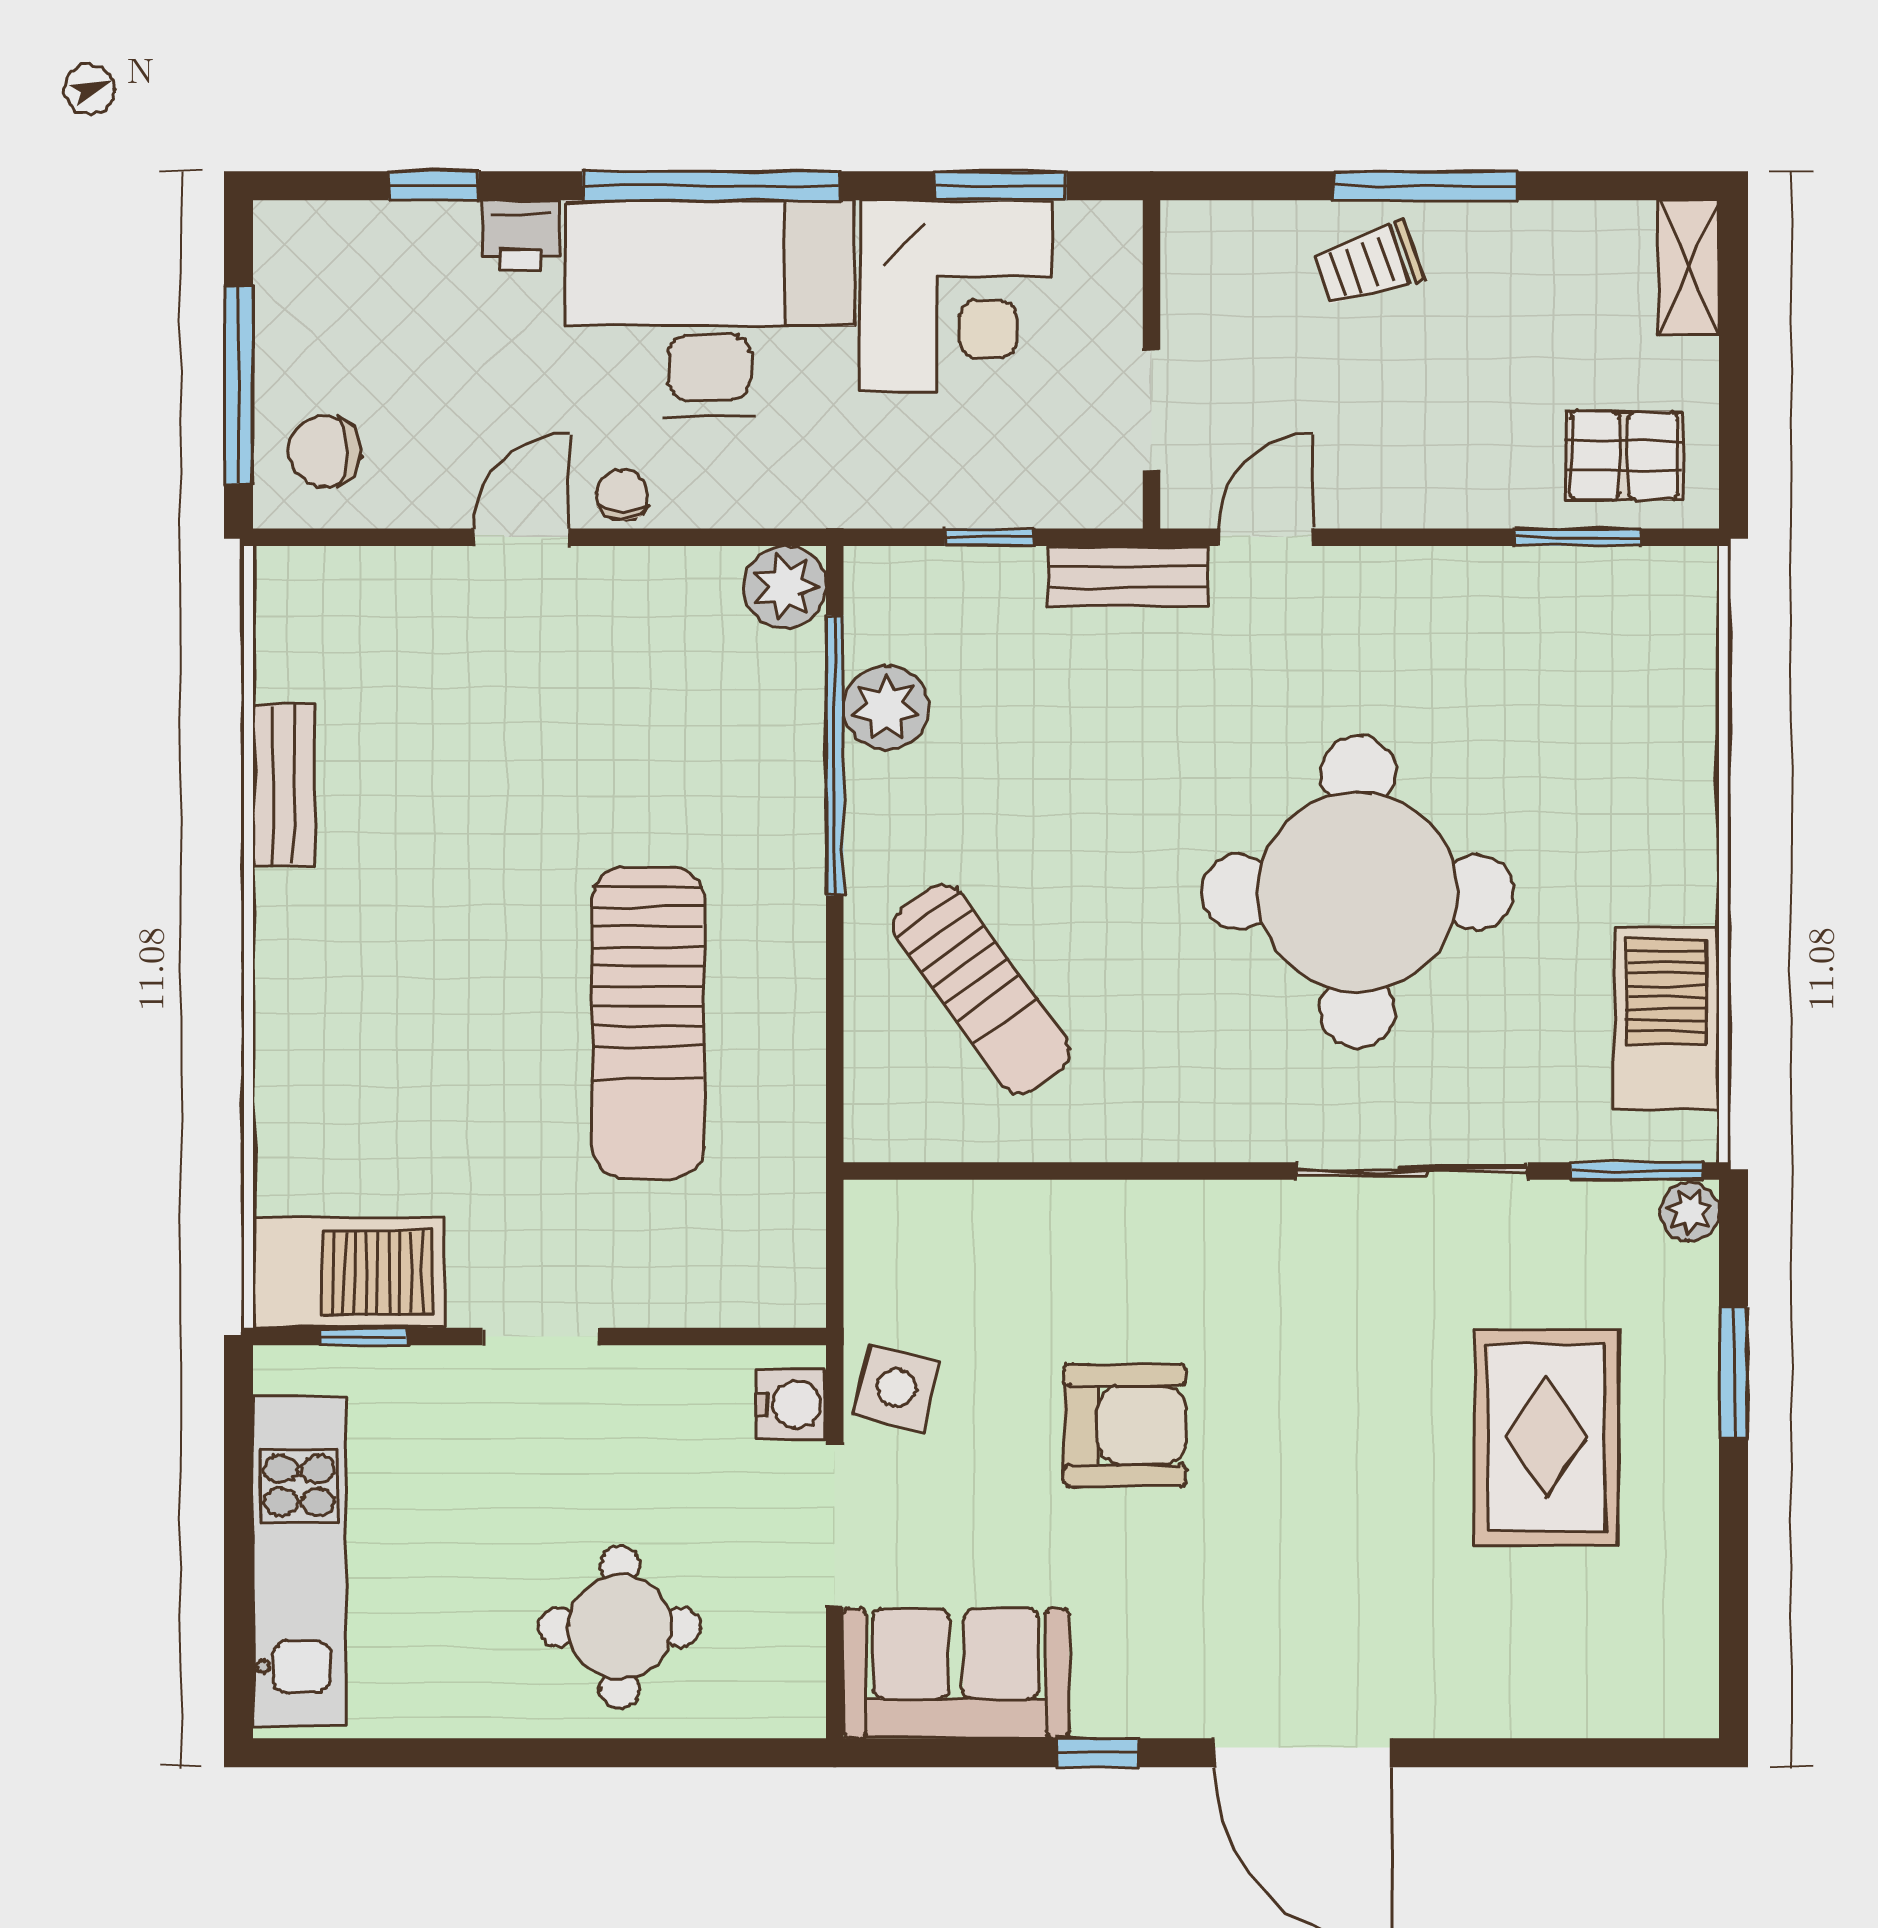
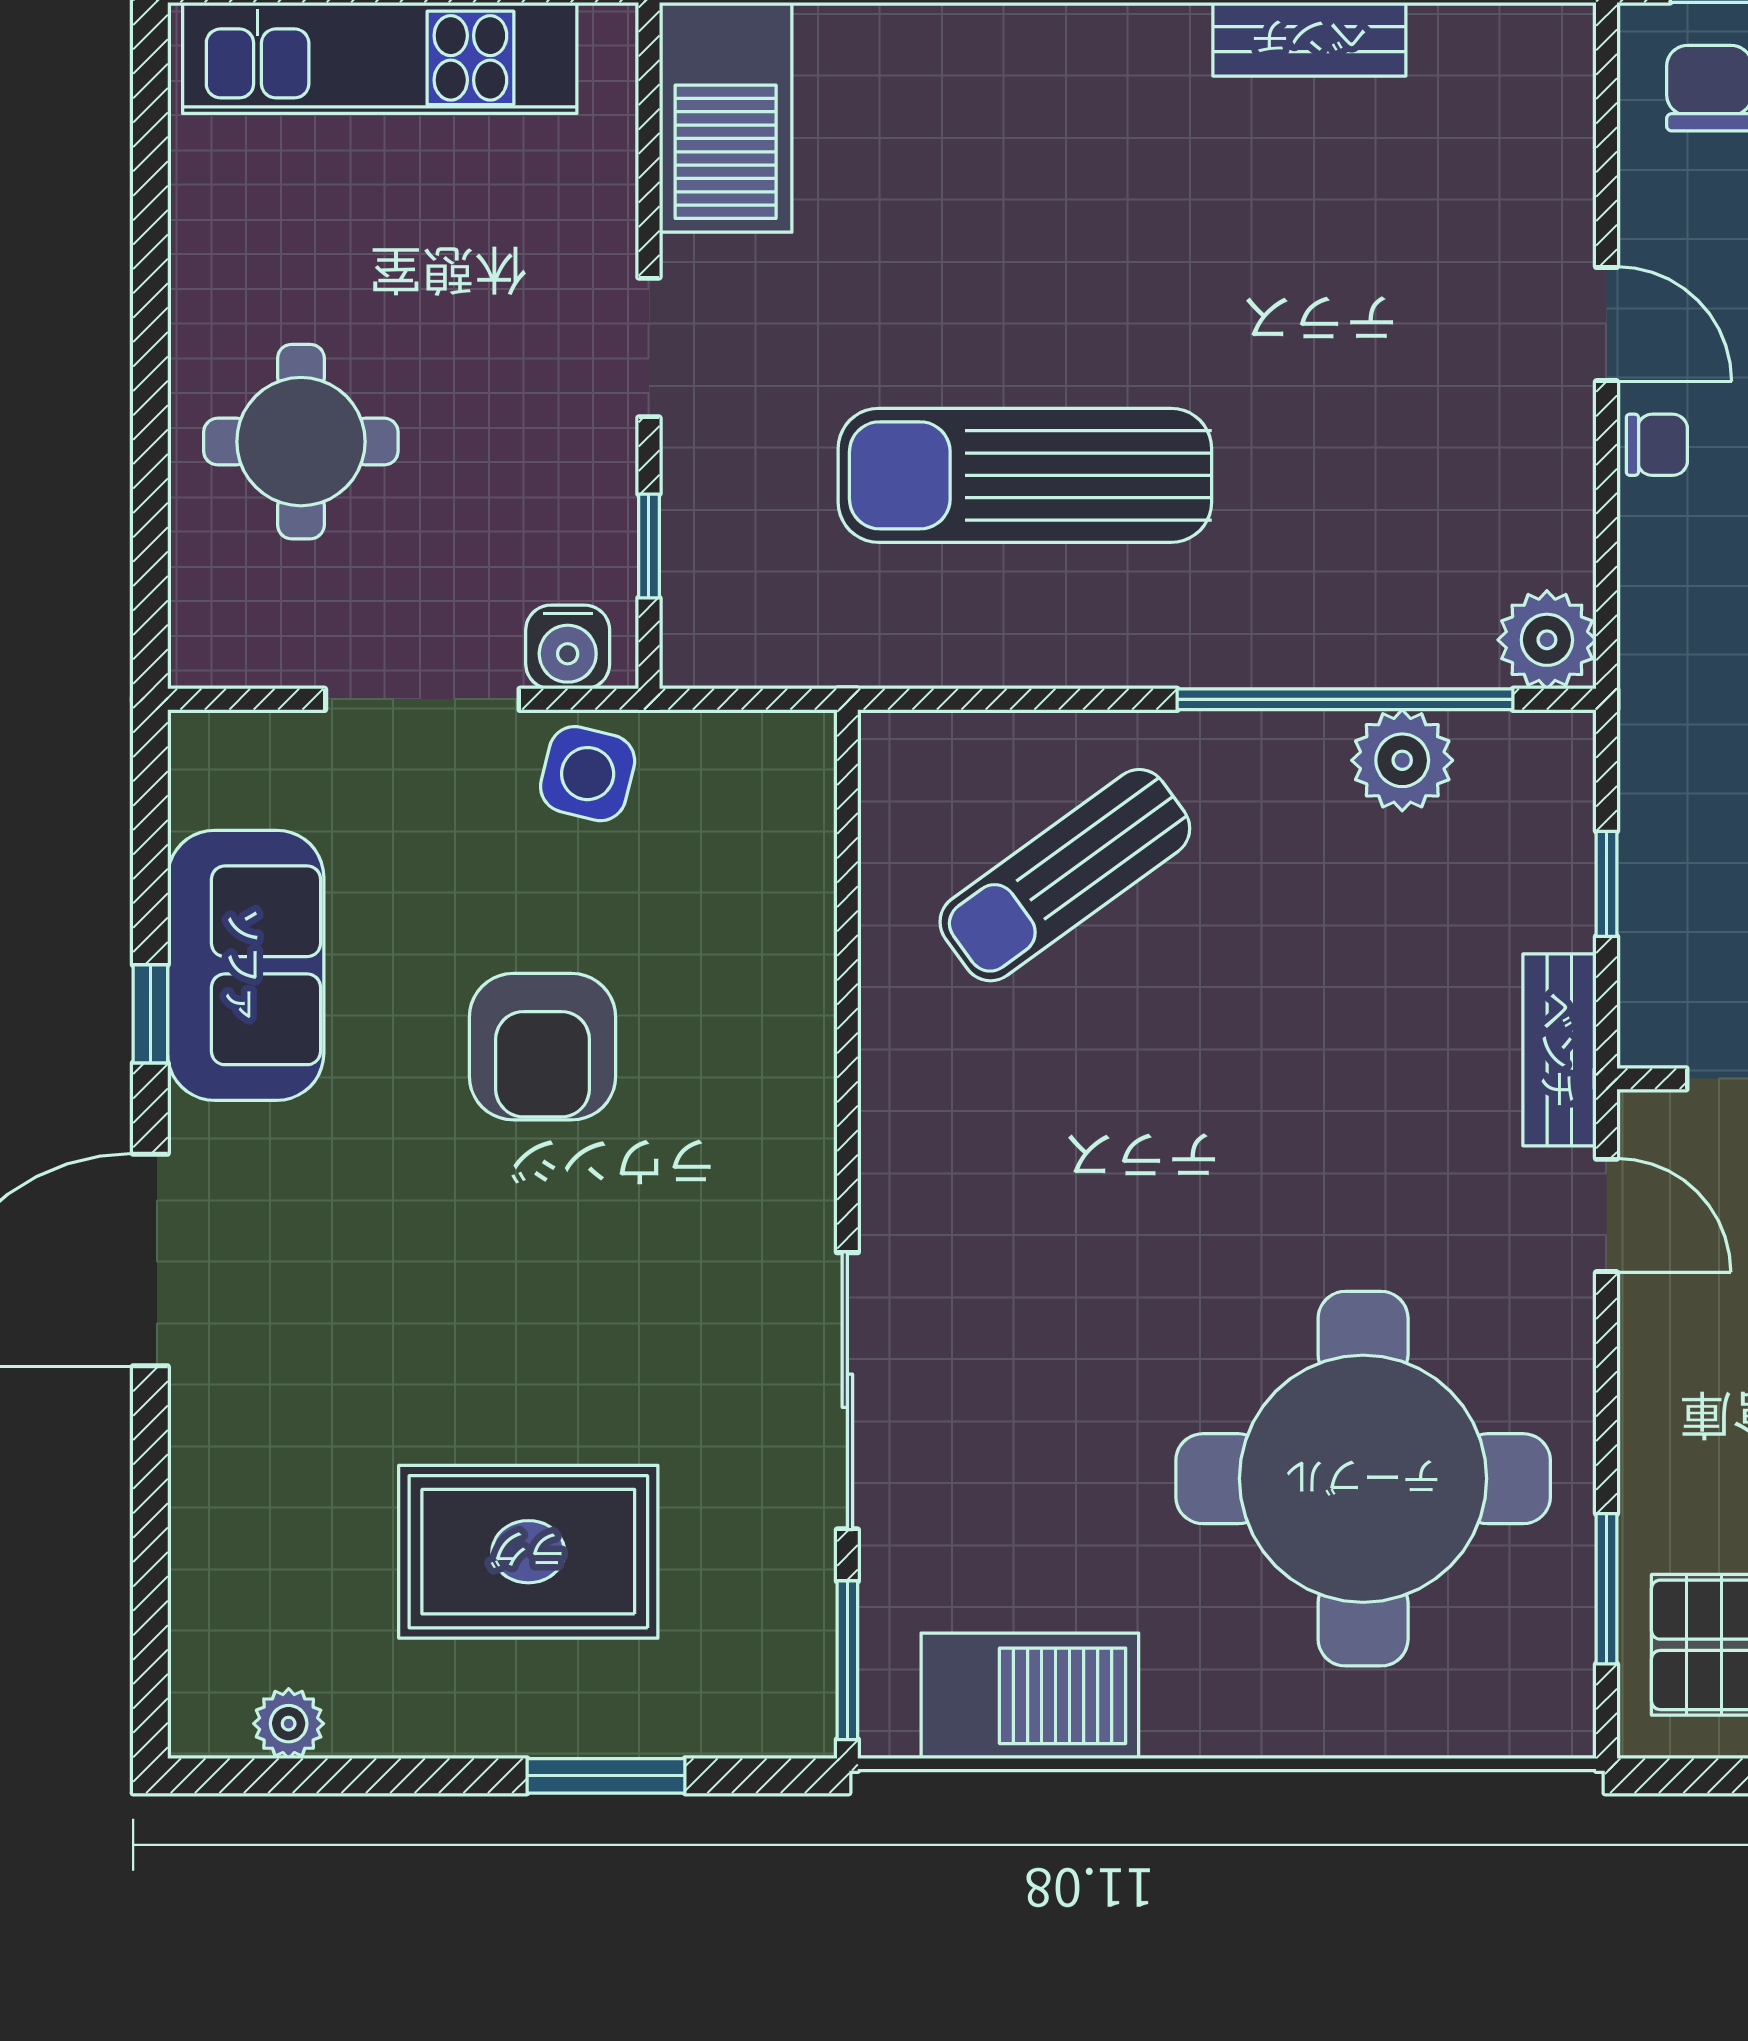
round table: (1358, 892) -> (1363, 1479), moved
plant: (1690, 1212) -> (289, 1724), moved
window: (363, 1337) -> (649, 546), moved
sofa: (956, 1673) -> (246, 965), moved

